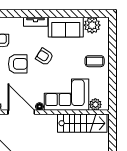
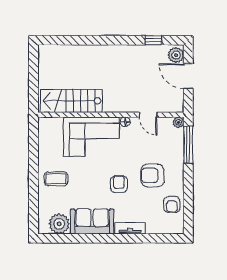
armchair: (45, 57) -> (119, 184), turned -123
plant: (95, 104) -> (55, 124), removed
door: (21, 112) -> (148, 115), width x0.53

